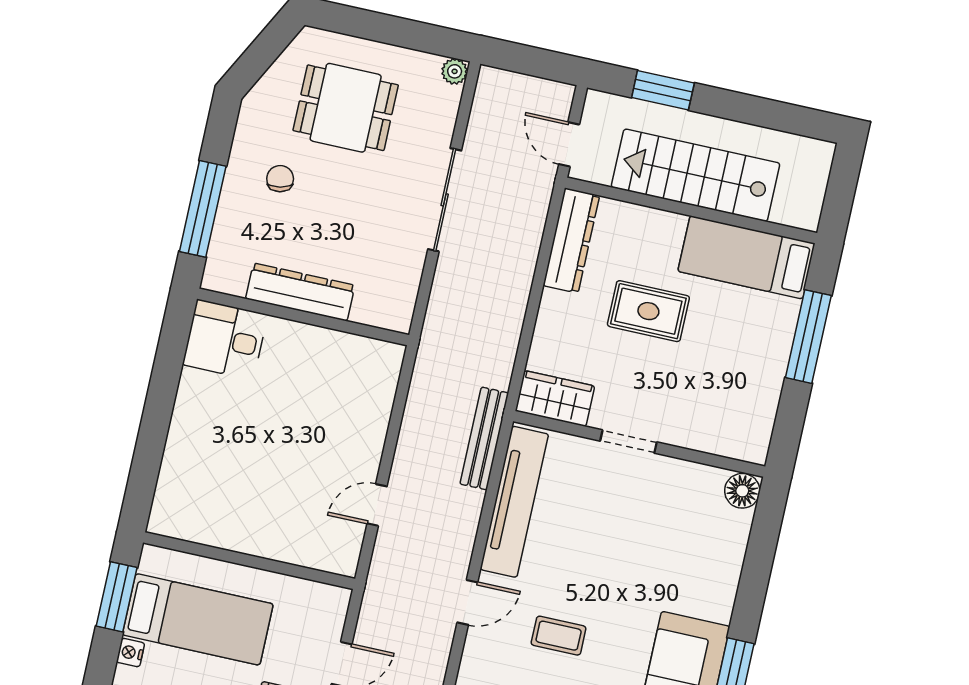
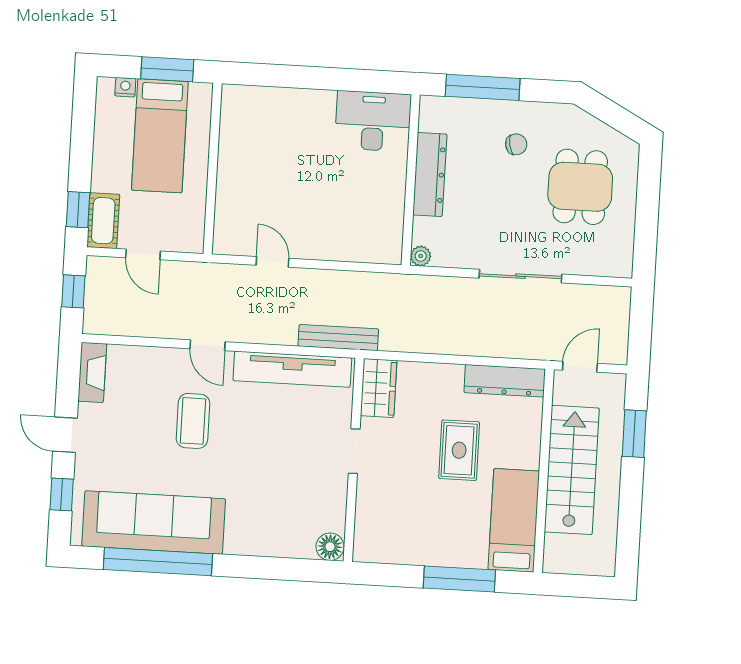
plant: (455, 71) -> (421, 256), moved
desk: (225, 340) -> (373, 121), width x1.37
coffee table: (559, 636) -> (193, 421), width x1.36, depth x1.30

